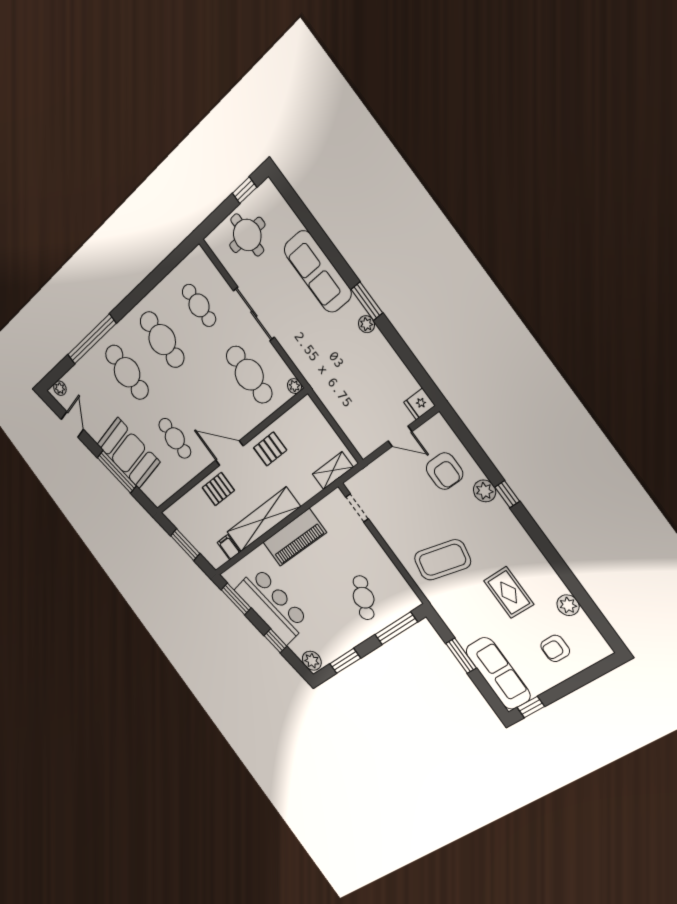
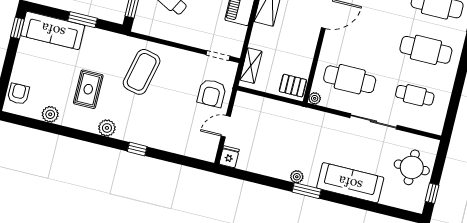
pallet: (270, 449) -> (293, 86), moved, turned 90
armchair: (445, 471) -> (212, 93), moved, turned -90
plant: (485, 491) -> (107, 128), moved
rug: (509, 592) -> (88, 89), turned 90
armchair: (555, 648) -> (18, 94), moved

